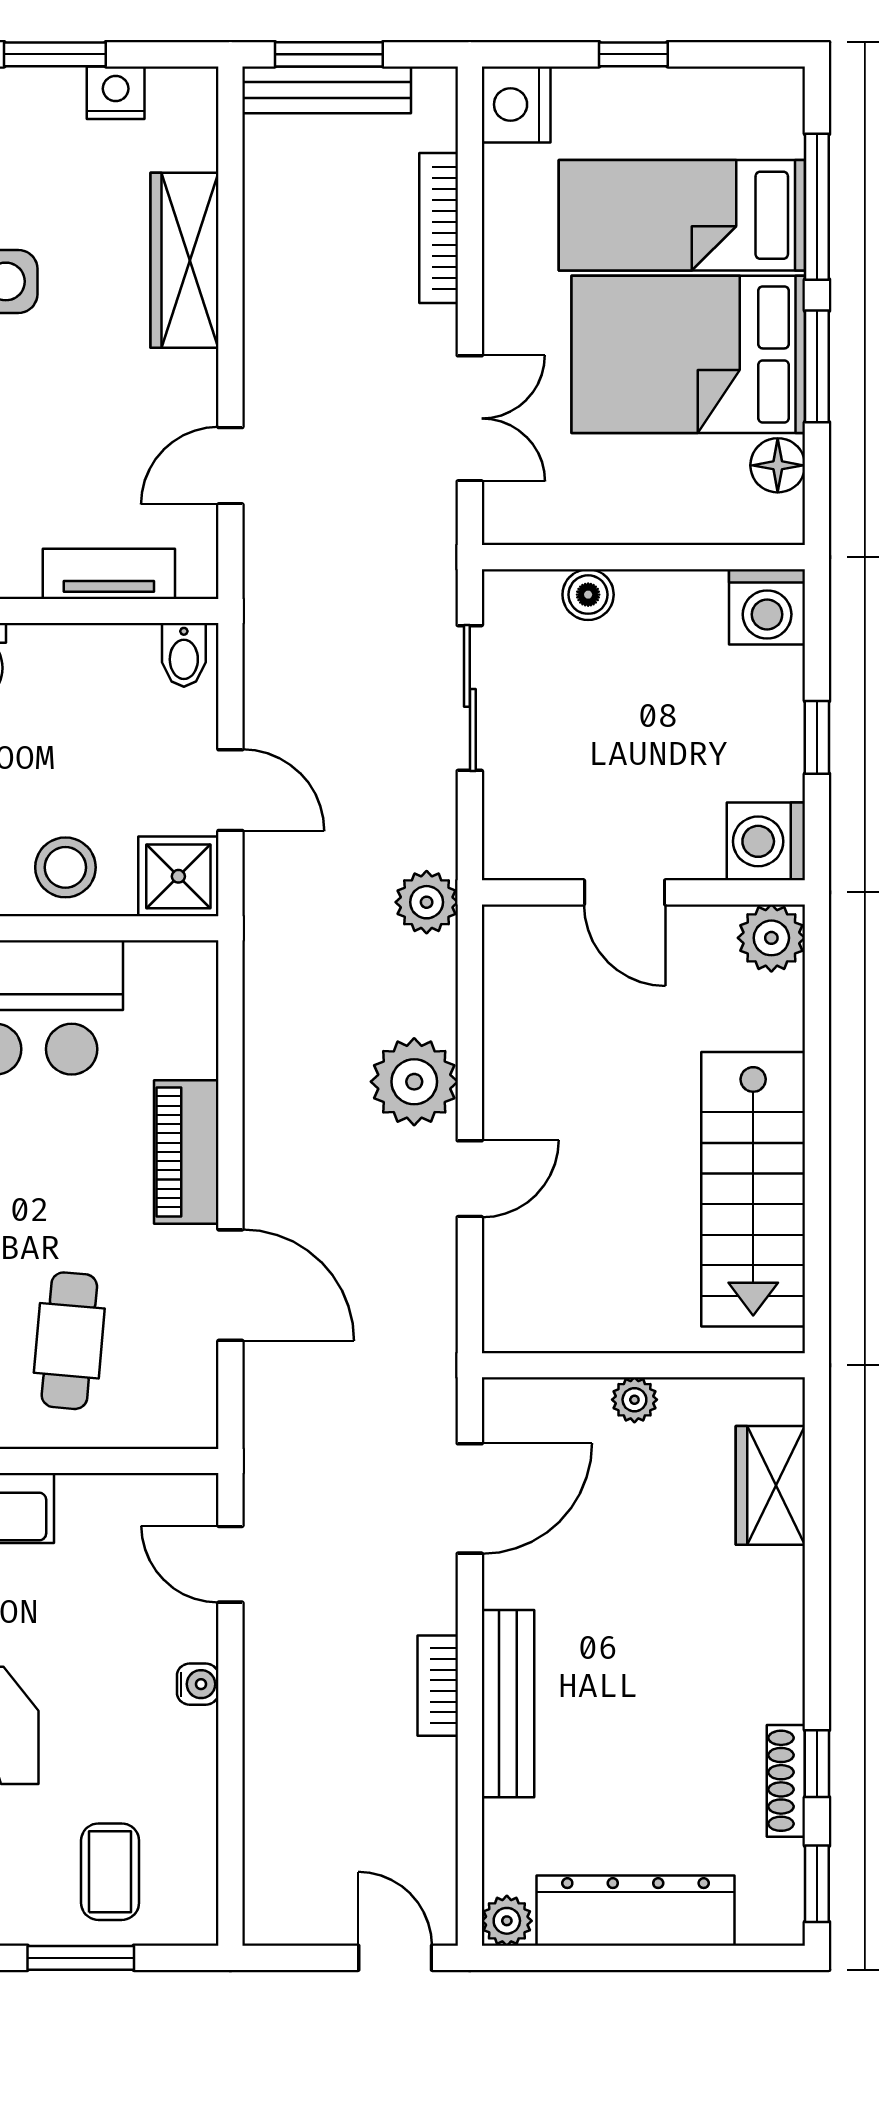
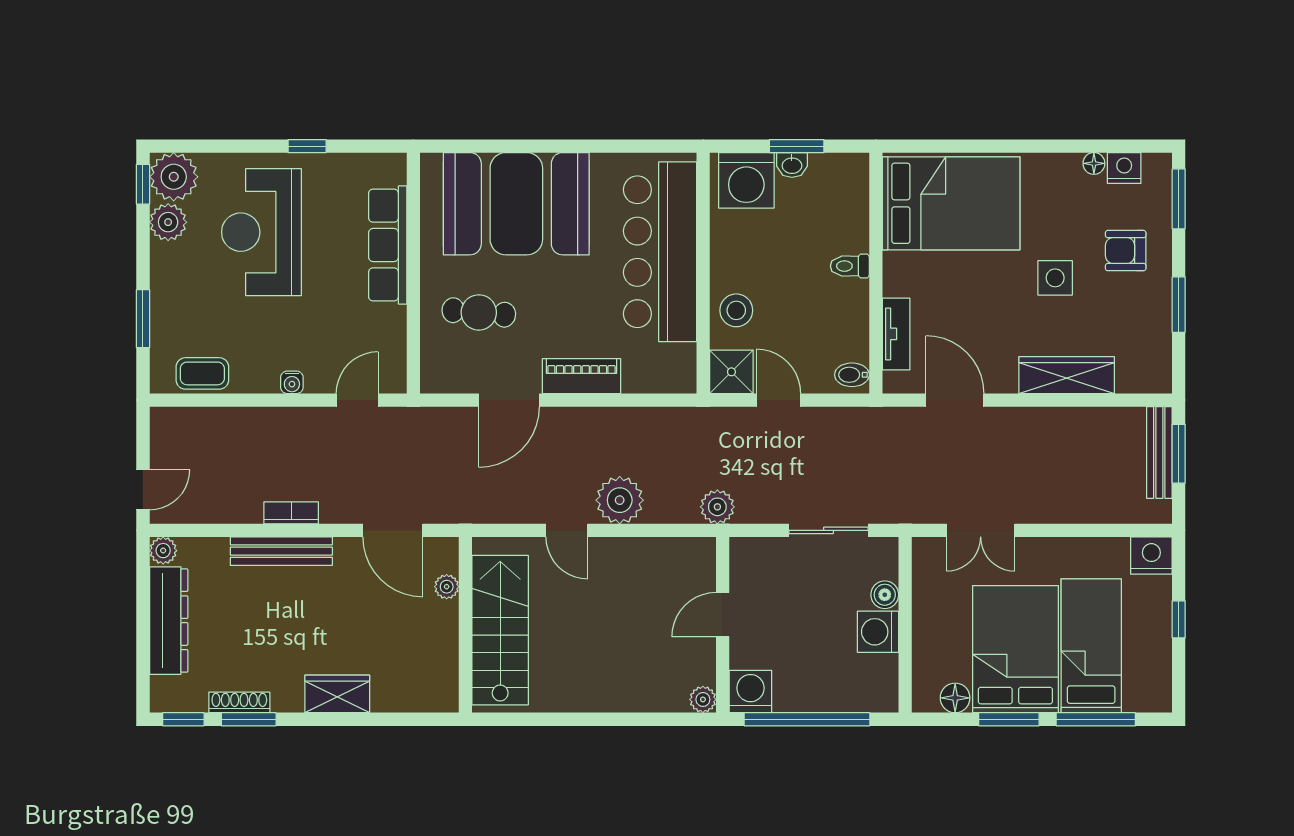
nightstand: (116, 93) -> (1158, 338), removed
bookcase: (439, 228) -> (1084, 513), removed
door: (230, 466) -> (955, 400), width x1.38
washing machine: (767, 607) -> (878, 632), moved
window: (817, 737) -> (807, 719), width x3.17
door: (230, 790) -> (778, 400), swing flipped
plant: (771, 938) -> (703, 699), width x0.73, depth x0.73
stairs: (753, 1189) -> (500, 630), moved, turned 90
plant: (634, 1400) -> (447, 587), moved
wardrobe: (770, 1485) -> (337, 694), moved
window: (817, 1764) -> (249, 719), width x1.50
coffee table: (110, 1872) -> (202, 373), moved

